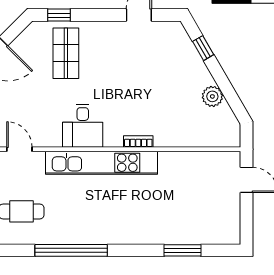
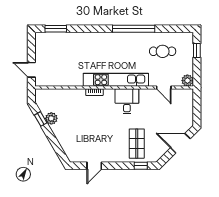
window: (203, 48) -> (41, 119), moved
window: (182, 250) -> (56, 29), moved

